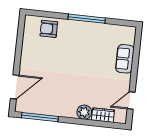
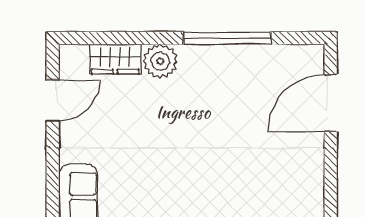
window: (40, 117) -> (228, 38), moved

